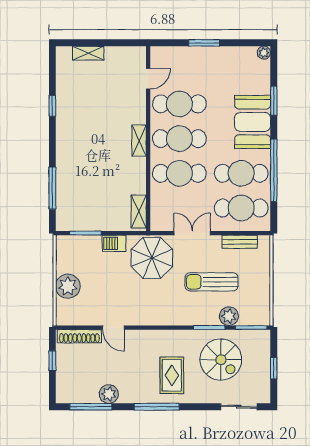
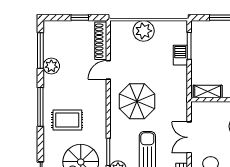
double door: (192, 233) -> (189, 137), swing flipped
barbecue: (114, 243) -> (180, 55), moved
parasol: (152, 258) -> (137, 101), moved

